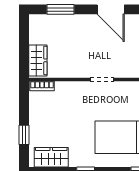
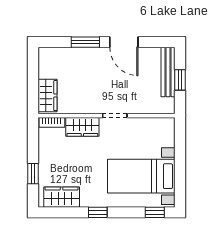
window: (60, 9) -> (85, 42), moved
wardrobe: (71, 90) -> (82, 127), added

